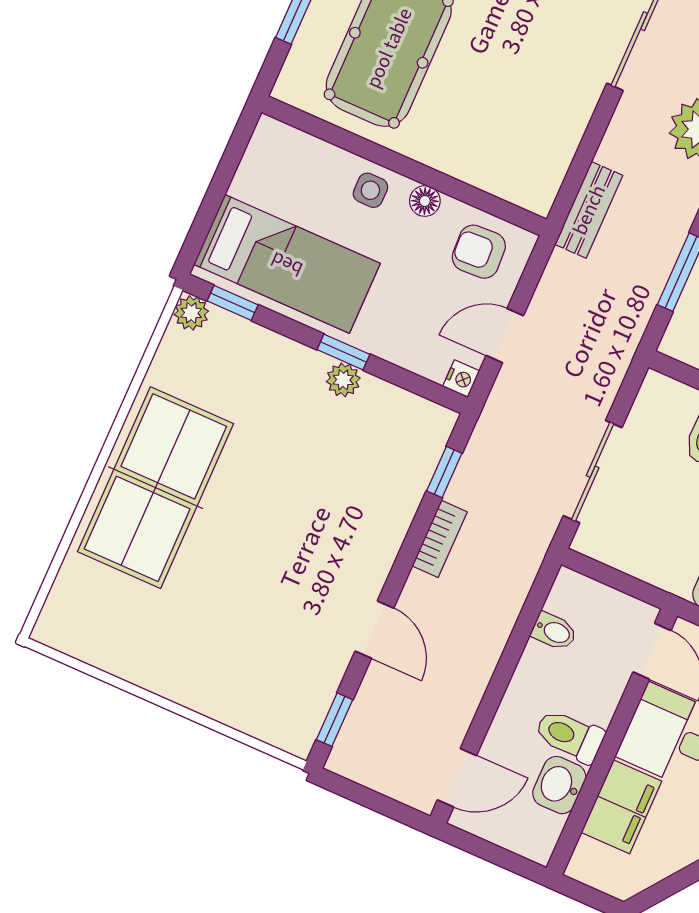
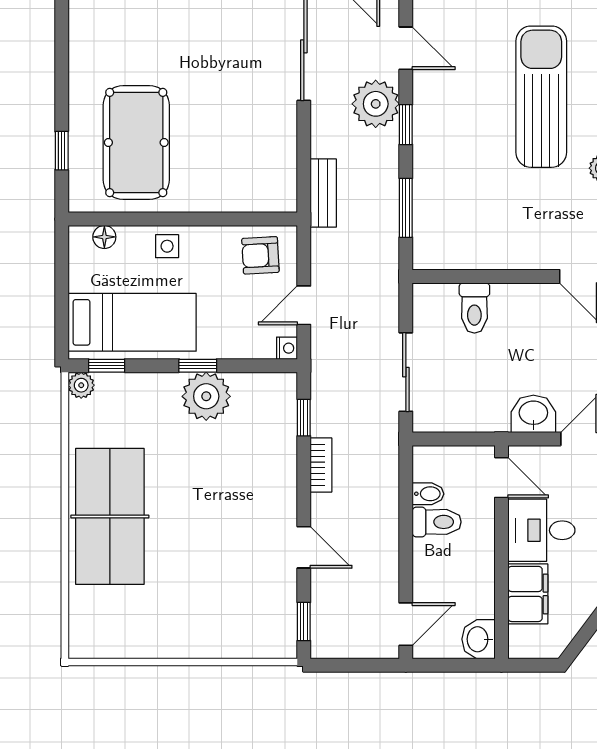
floor lamp: (425, 201) -> (104, 237), moved
plant: (343, 380) -> (206, 396), width x1.87, depth x1.87
toilet: (570, 736) -> (437, 522), moved, turned 180
washbasin: (559, 785) -> (478, 639), moved

